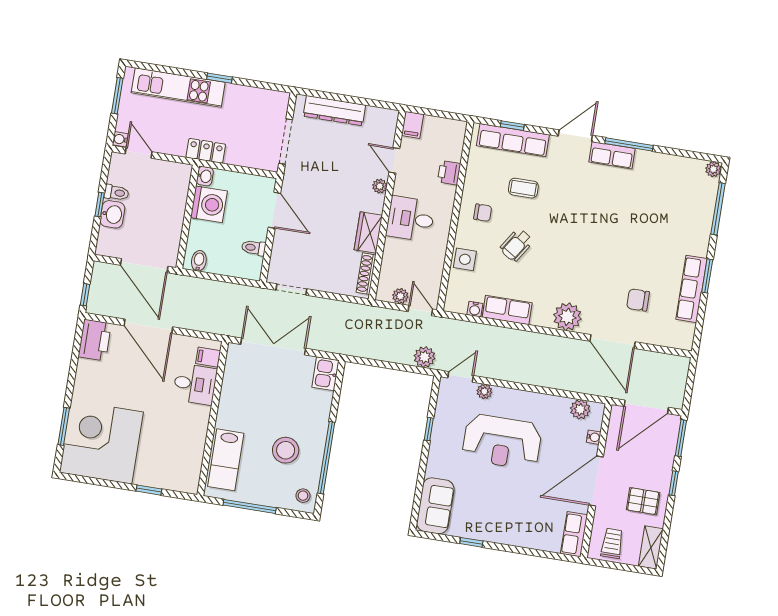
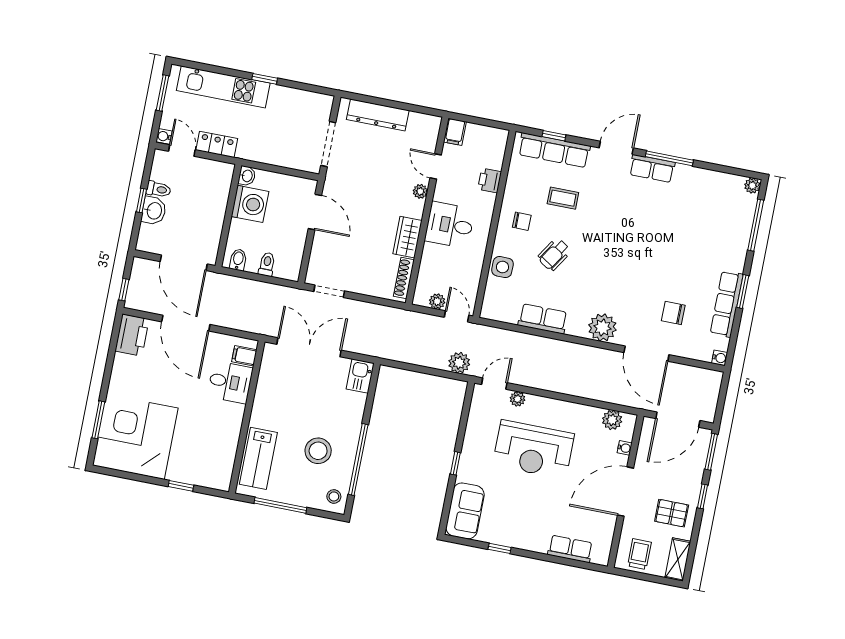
locker: (206, 151) -> (217, 144), moved
toilet: (254, 248) -> (267, 264), moved, turned 90
water cooler: (475, 309) -> (720, 358), moved, turned -90
window: (429, 429) -> (455, 463), moved
row of seats: (574, 534) -> (570, 549), moved, turned 90

